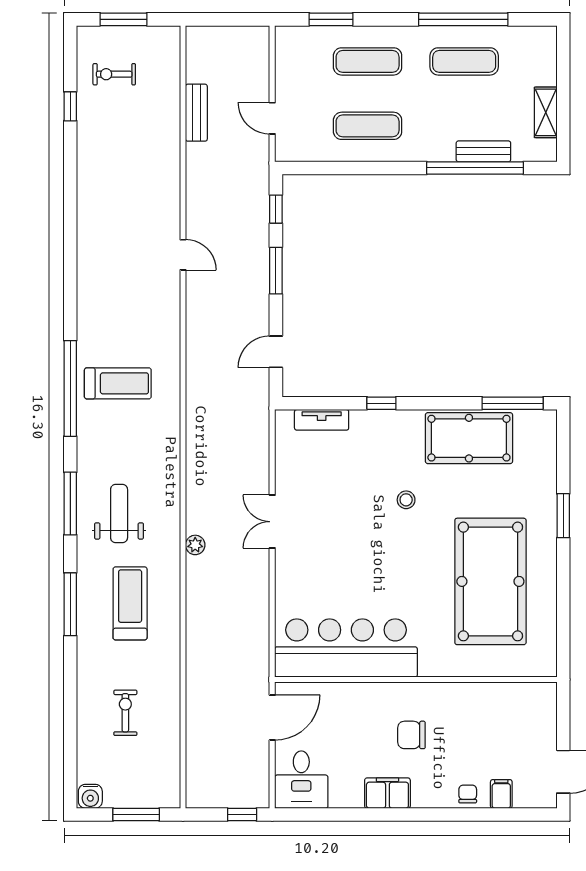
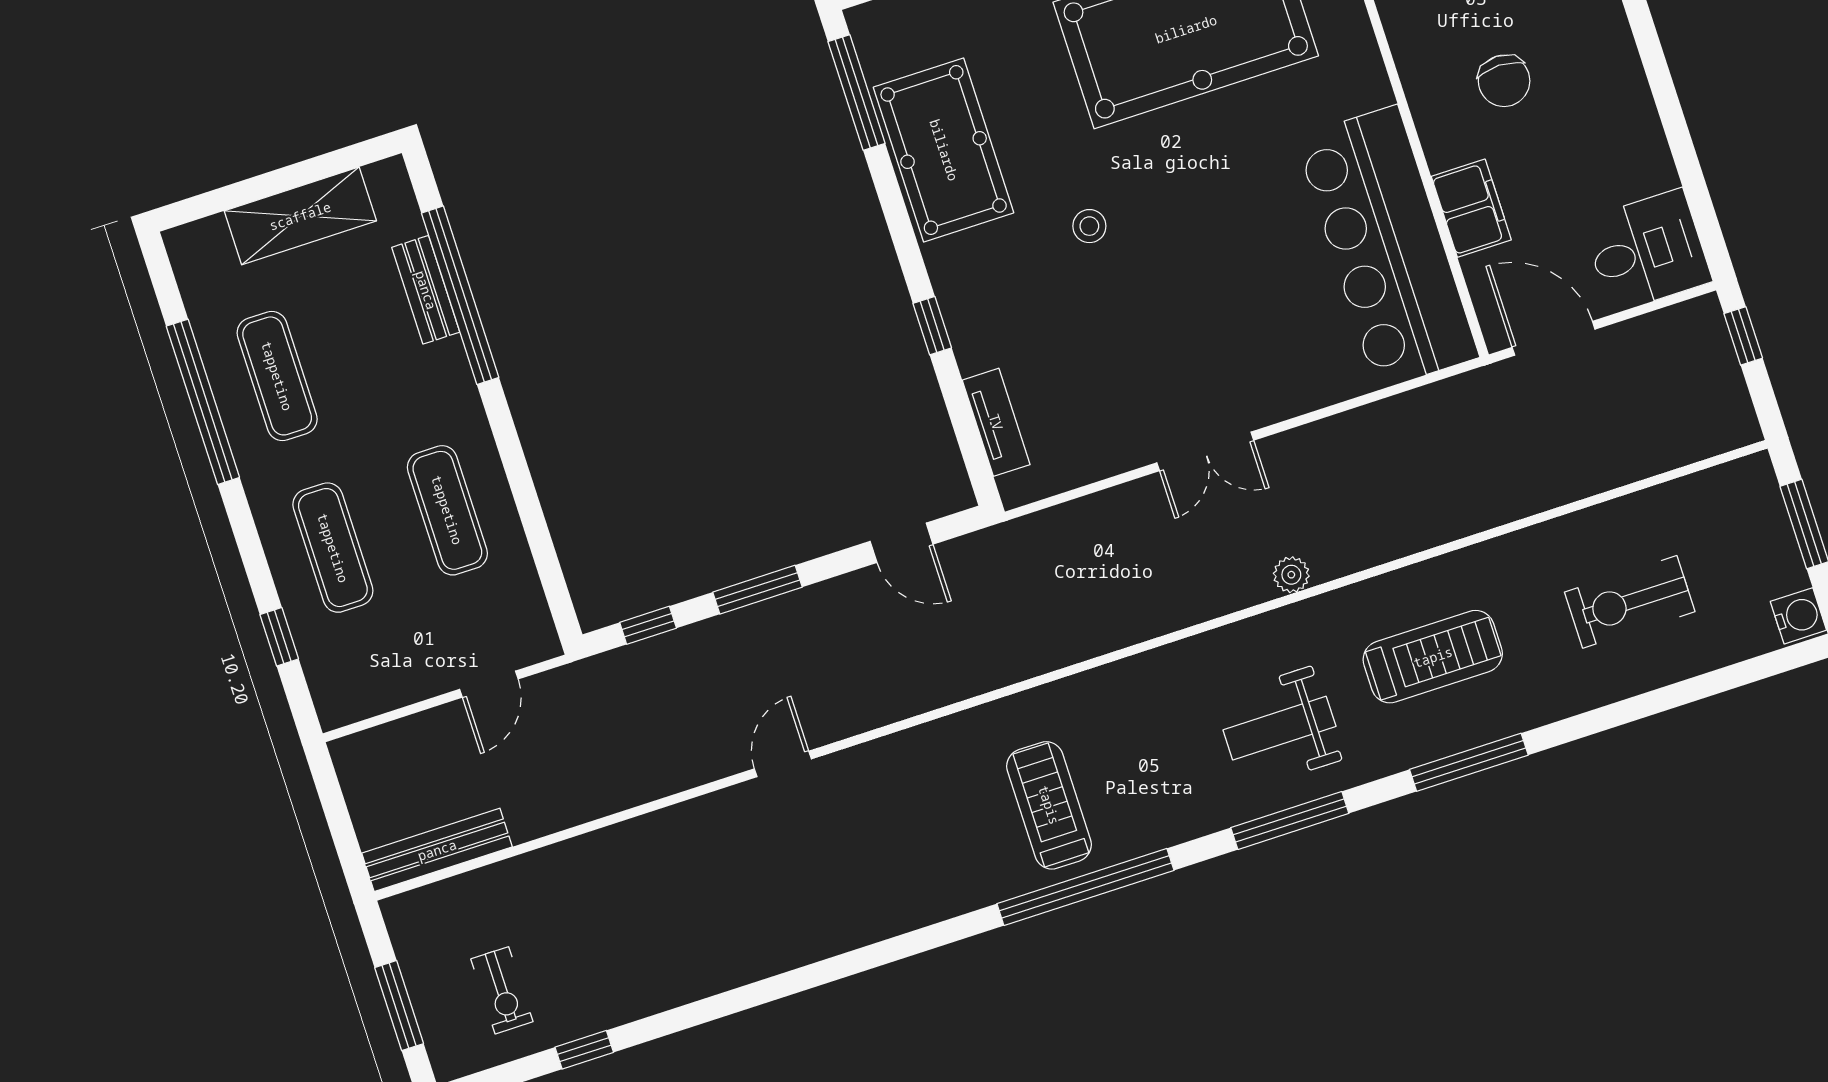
window: (331, 19) -> (279, 637), width x0.67
shelving: (546, 112) -> (300, 216), width x1.50, depth x1.33
bench: (196, 113) -> (437, 850), moved, width x1.36
treadmill: (130, 603) -> (1433, 657), turned 180
exercise bike: (125, 713) -> (1630, 602), width x1.38, depth x1.39
filing cabinet: (387, 793) -> (1471, 208), moved, turned 180

